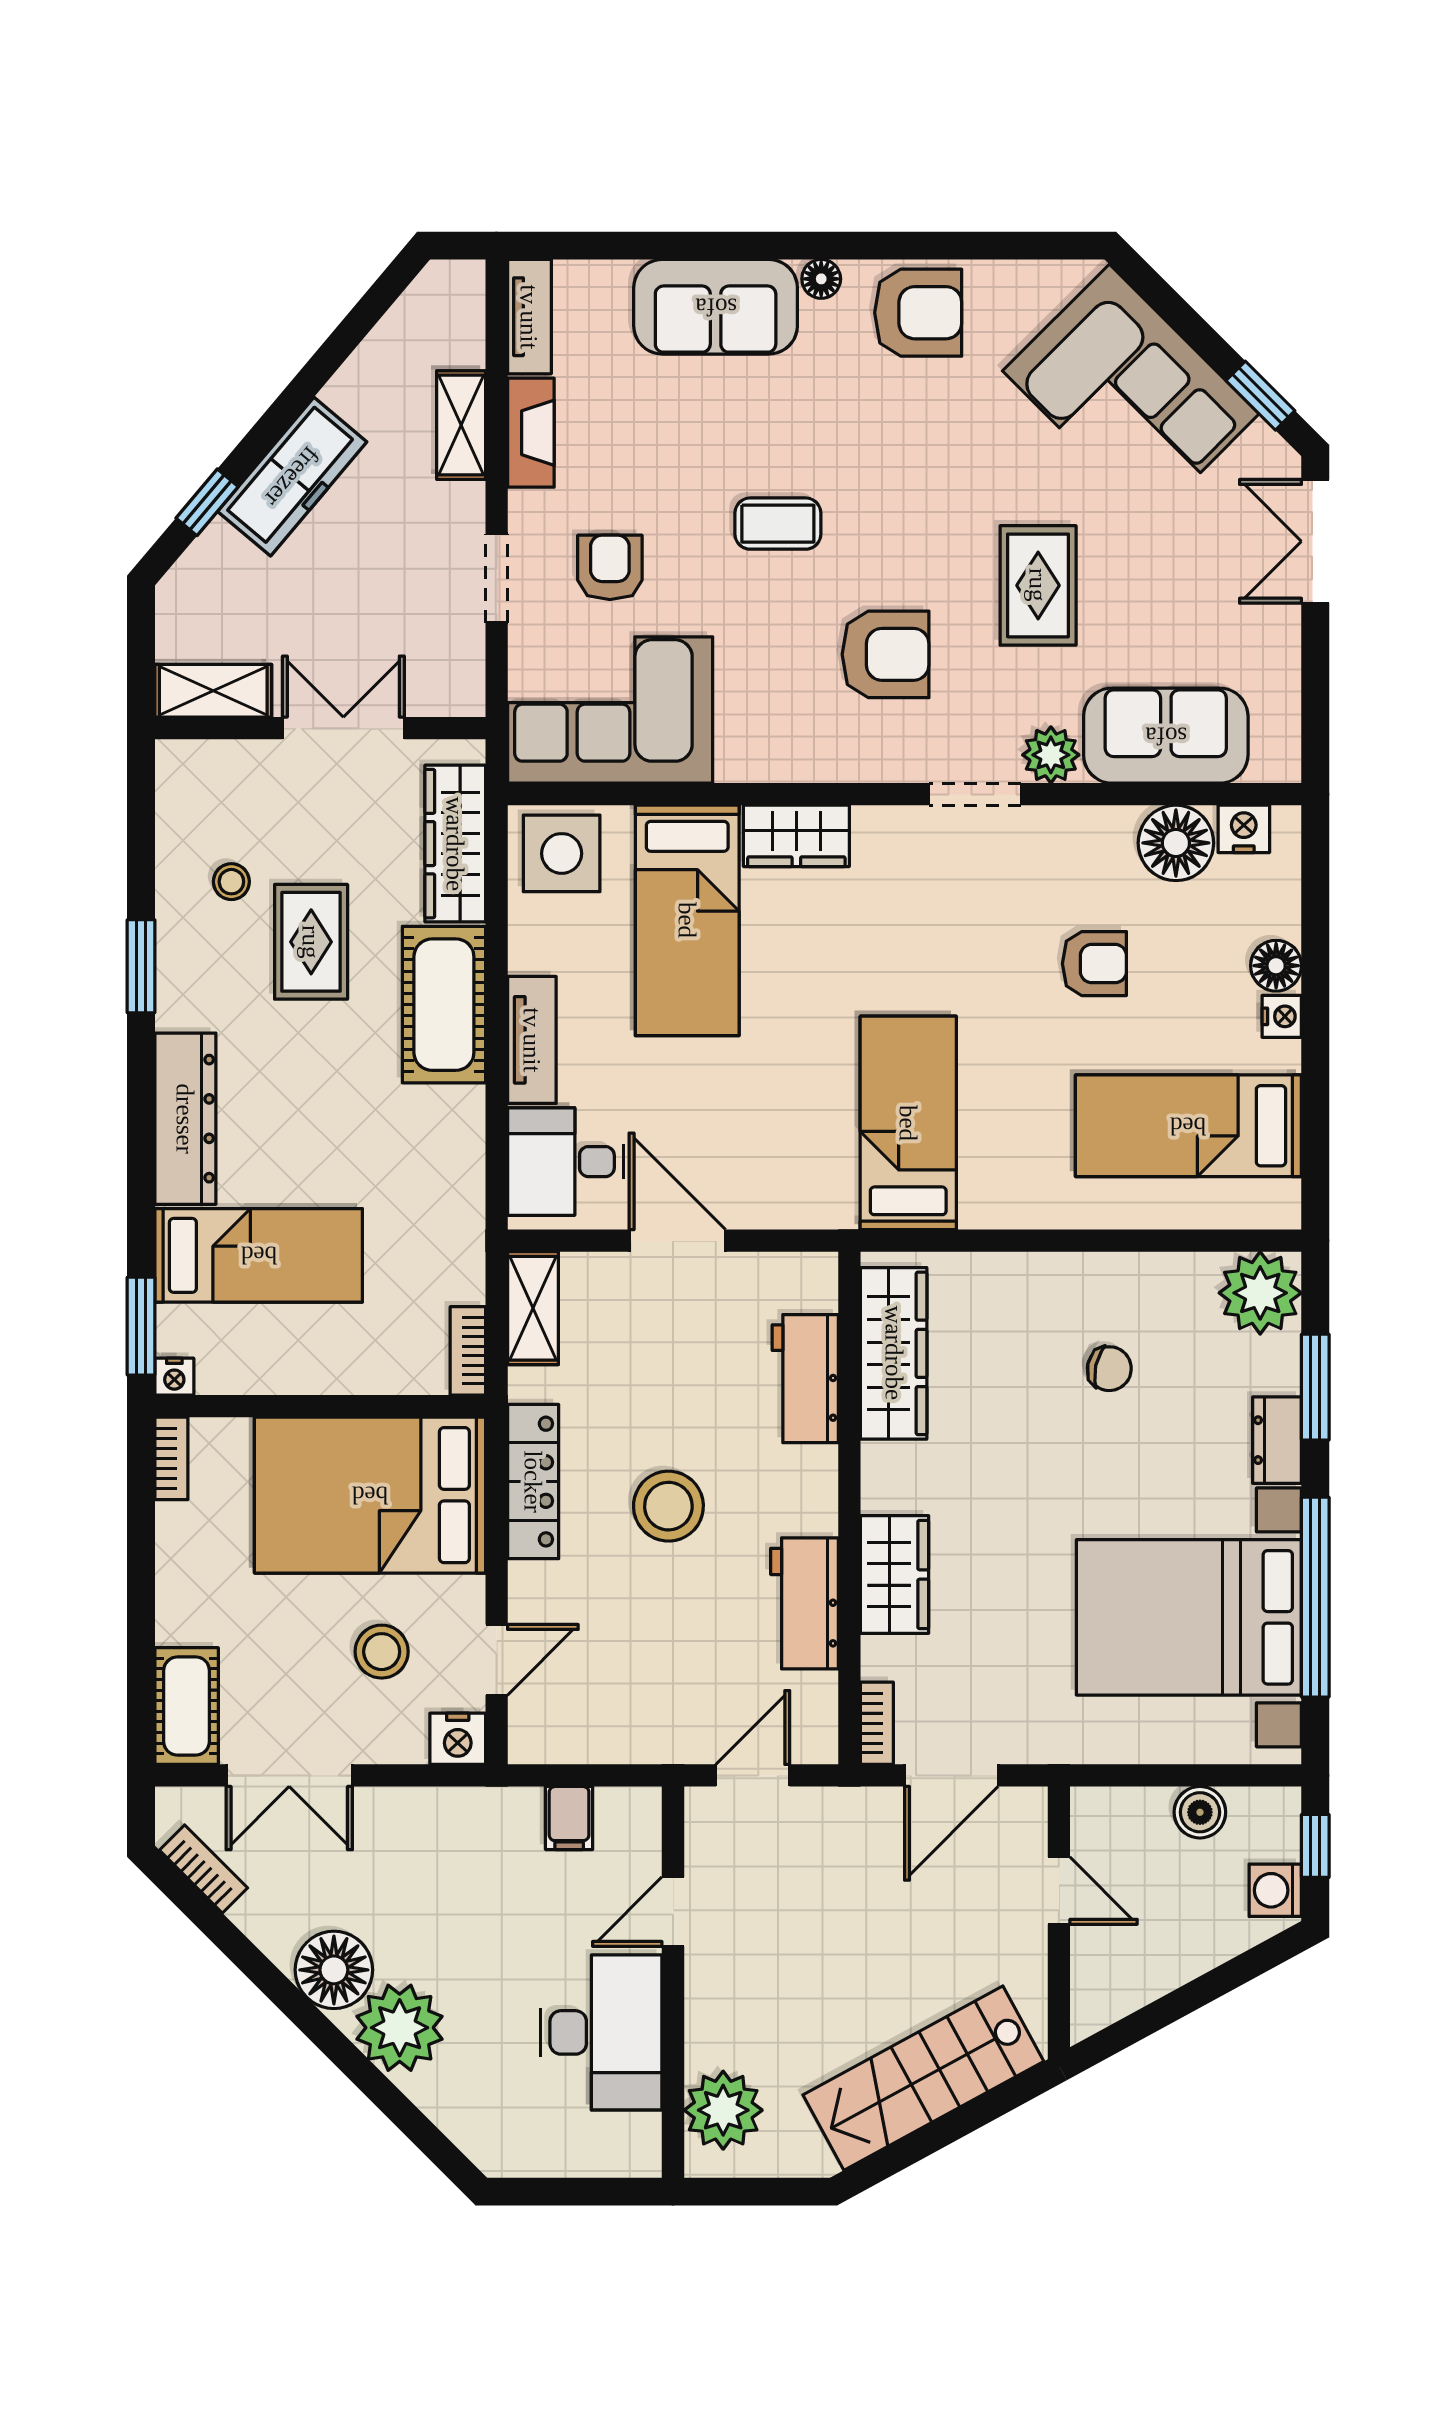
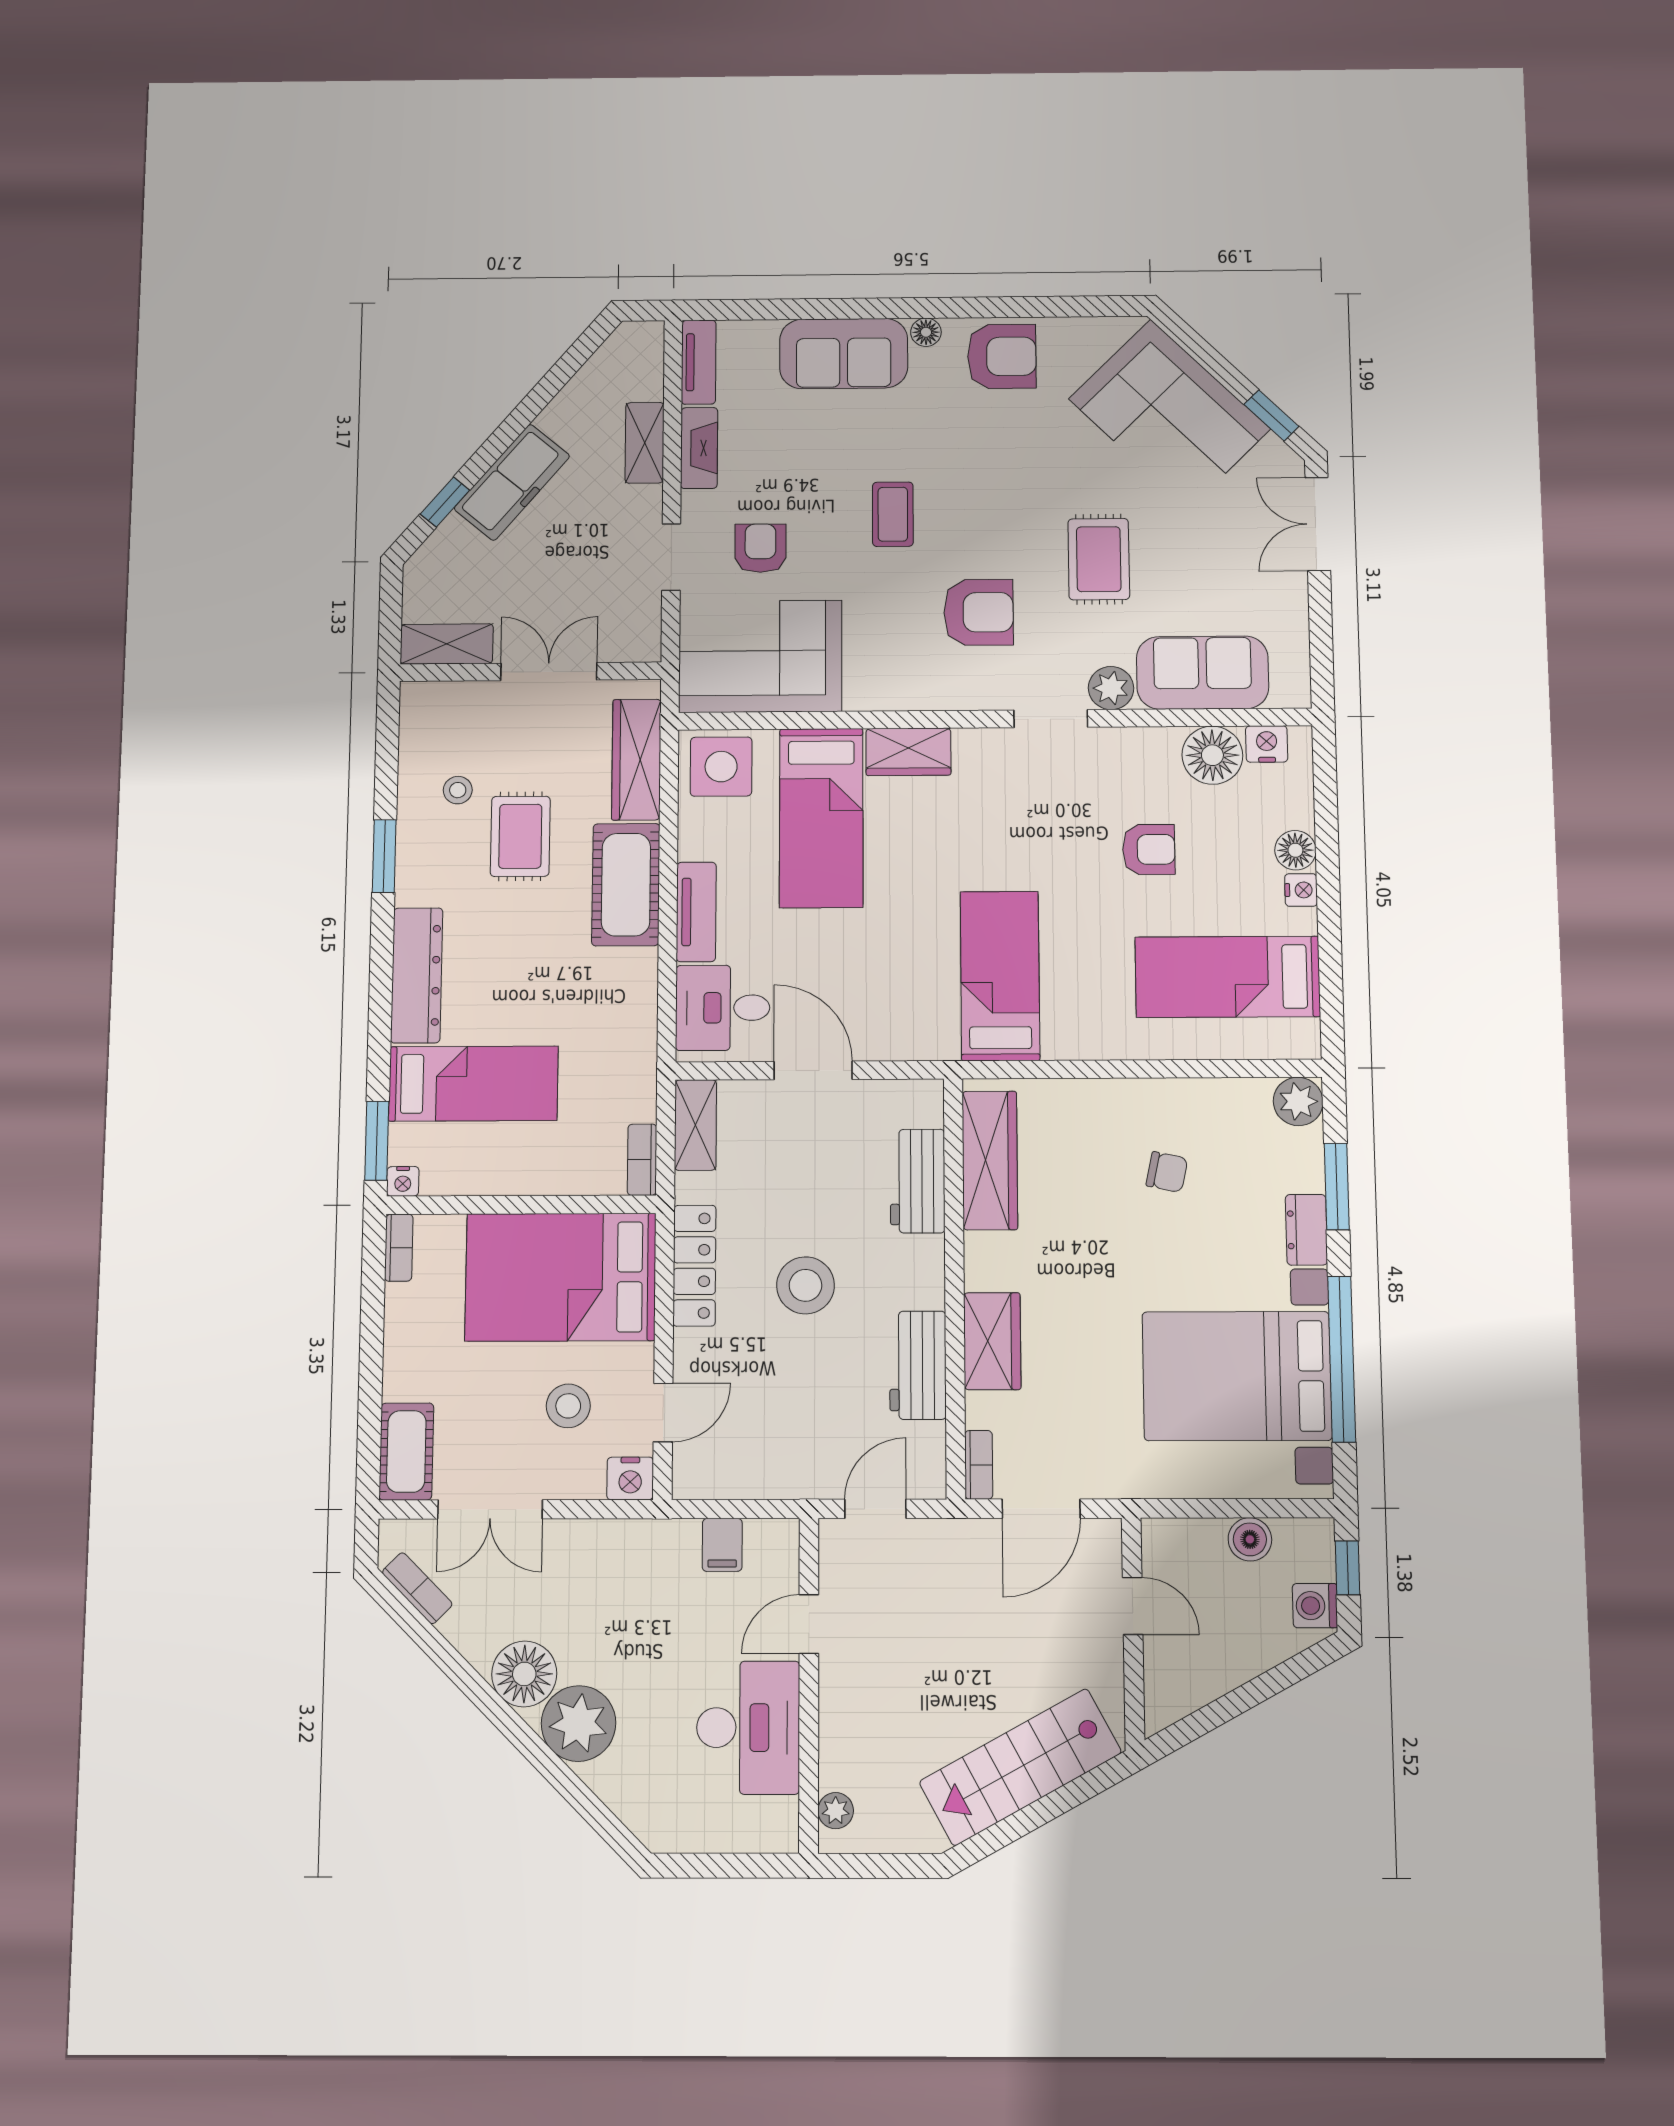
coffee table: (778, 524) -> (893, 514), turned 90
plant: (1260, 1293) -> (1298, 1101), width x0.73, depth x0.73
plant: (723, 2110) -> (836, 1811), width x0.53, depth x0.53

